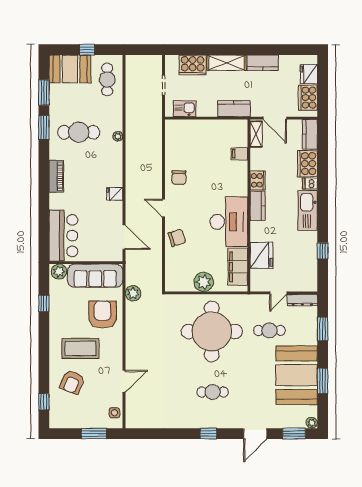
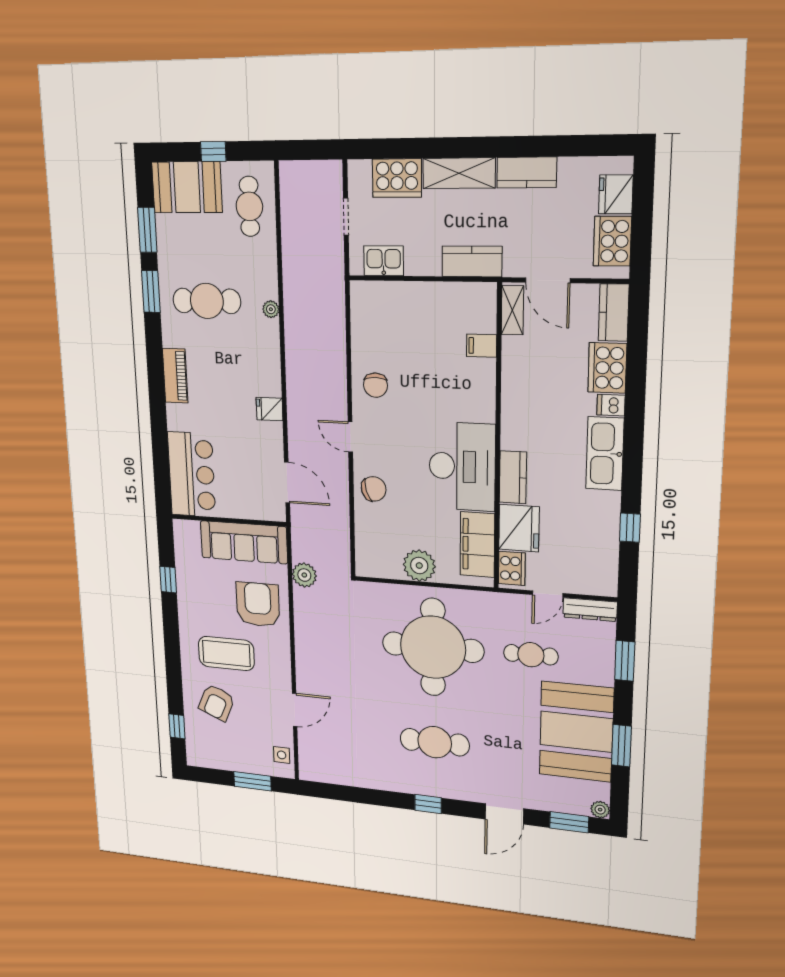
cooker: (258, 180) -> (512, 568), moved
kitchen counter: (258, 206) -> (513, 477), moved
plant: (59, 272) -> (188, 532), removed
cafe table: (213, 392) -> (435, 742), width x1.37, depth x1.35

